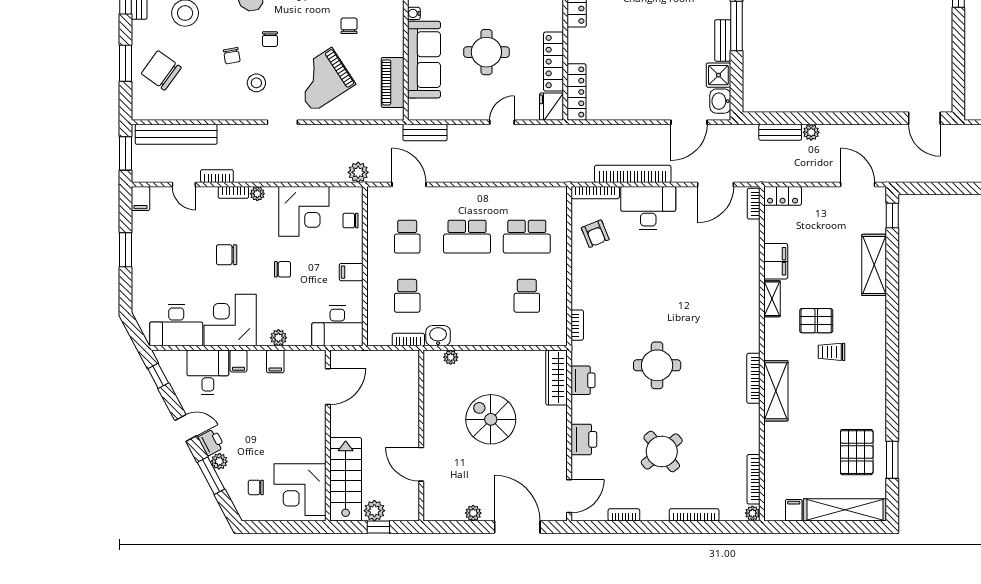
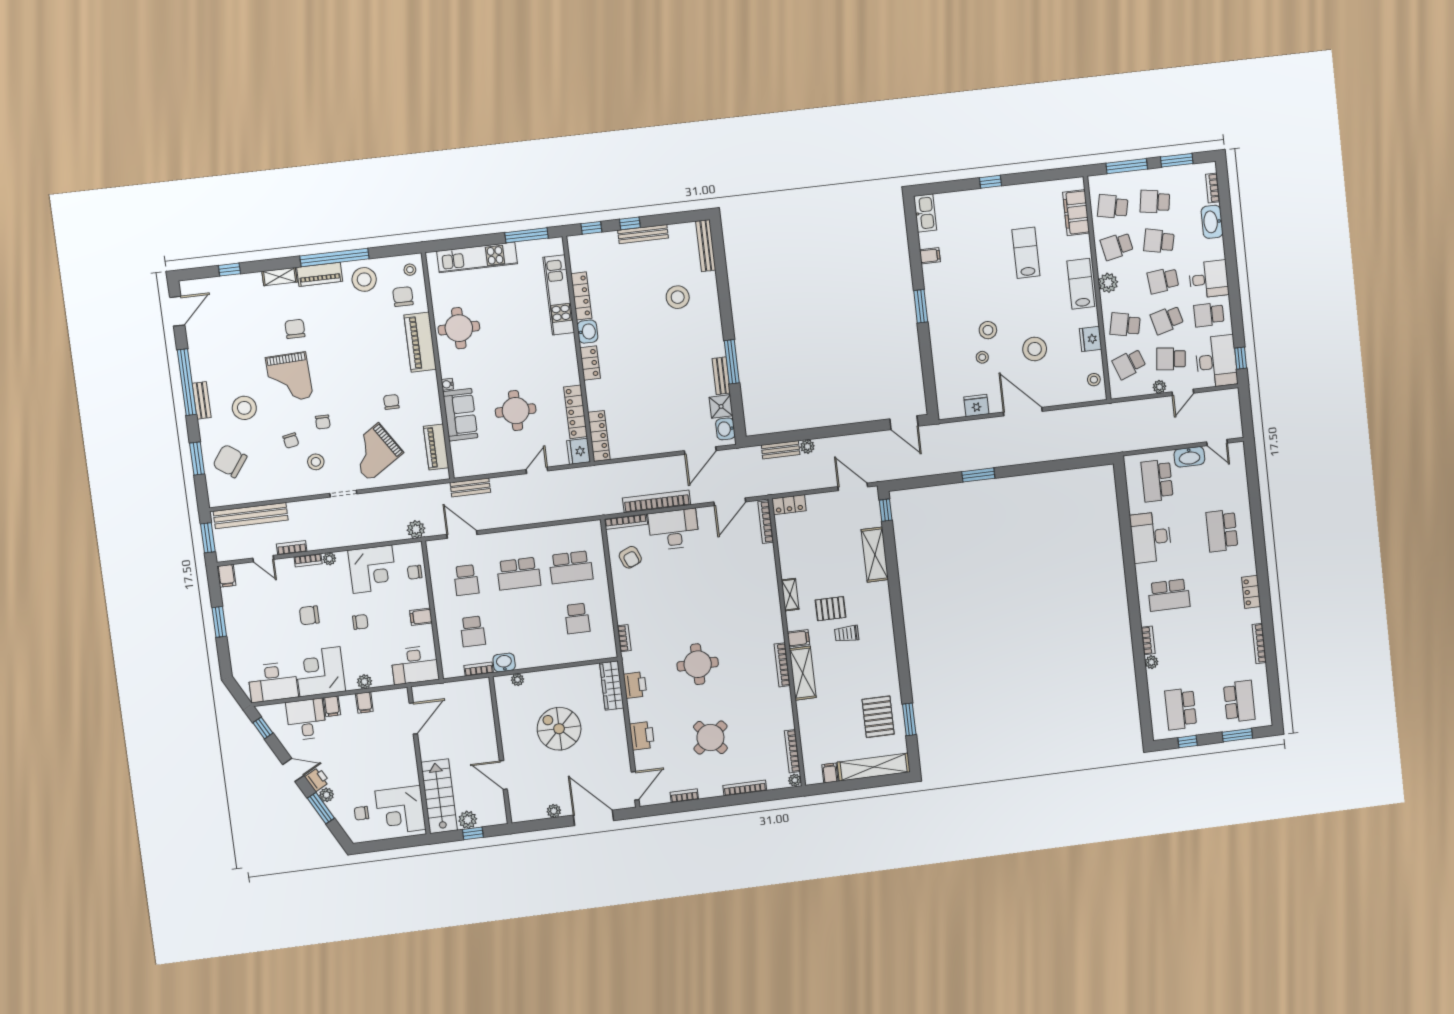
sofa: (424, 60) -> (460, 415), width x0.73
bookcase: (754, 204) -> (766, 522), width x1.56
filing cabinet: (776, 261) -> (798, 638), moved, width x0.50

